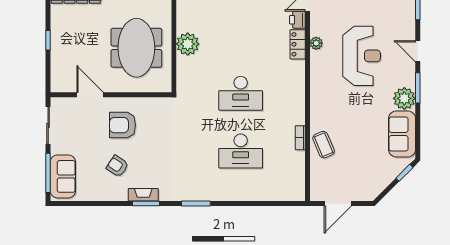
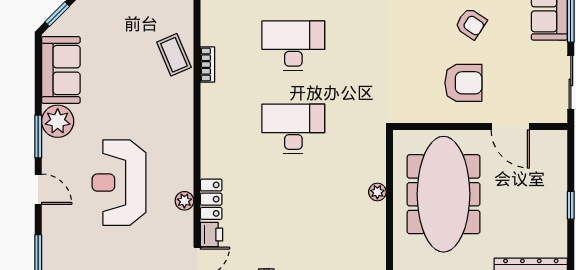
plant: (188, 44) -> (377, 192), width x0.53, depth x0.53
meeting table: (136, 48) -> (444, 194), width x1.36

